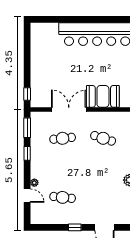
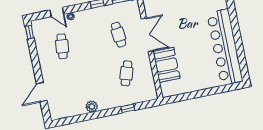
door: (27, 196) -> (57, 12), hinge flipped
window: (75, 227) -> (29, 32), moved

